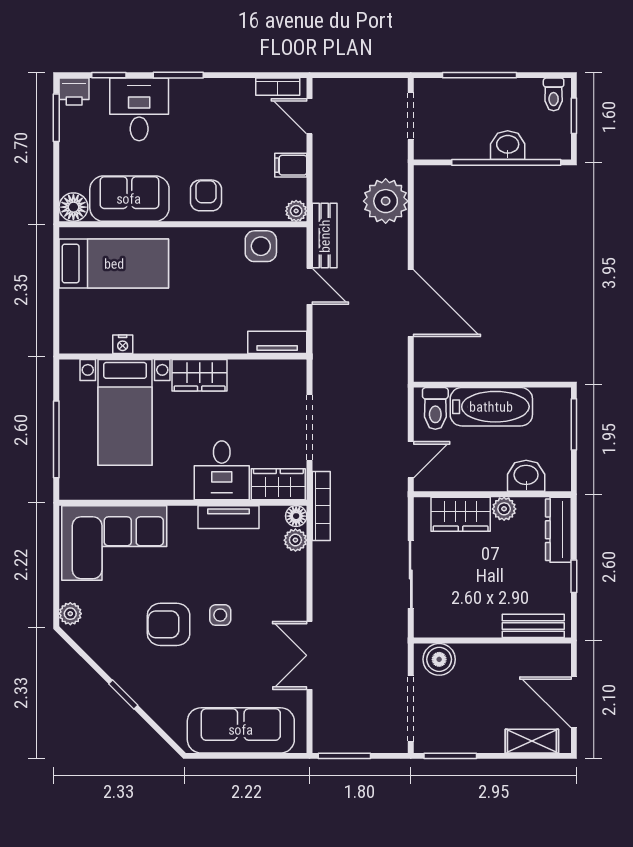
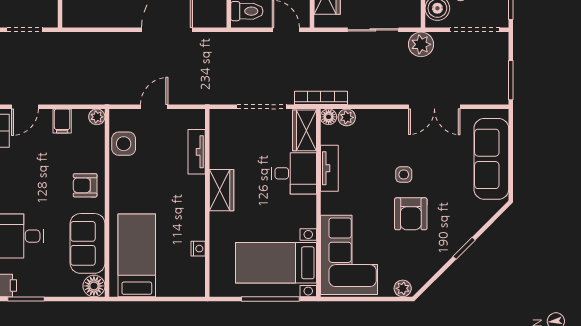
plant: (386, 201) -> (421, 44), moved, width x0.73, depth x0.73
bench: (325, 236) -> (116, 95), removed
tv unit: (277, 342) -> (197, 152), moved
bed with nightstands: (125, 412) -> (276, 263), moved, turned 180

